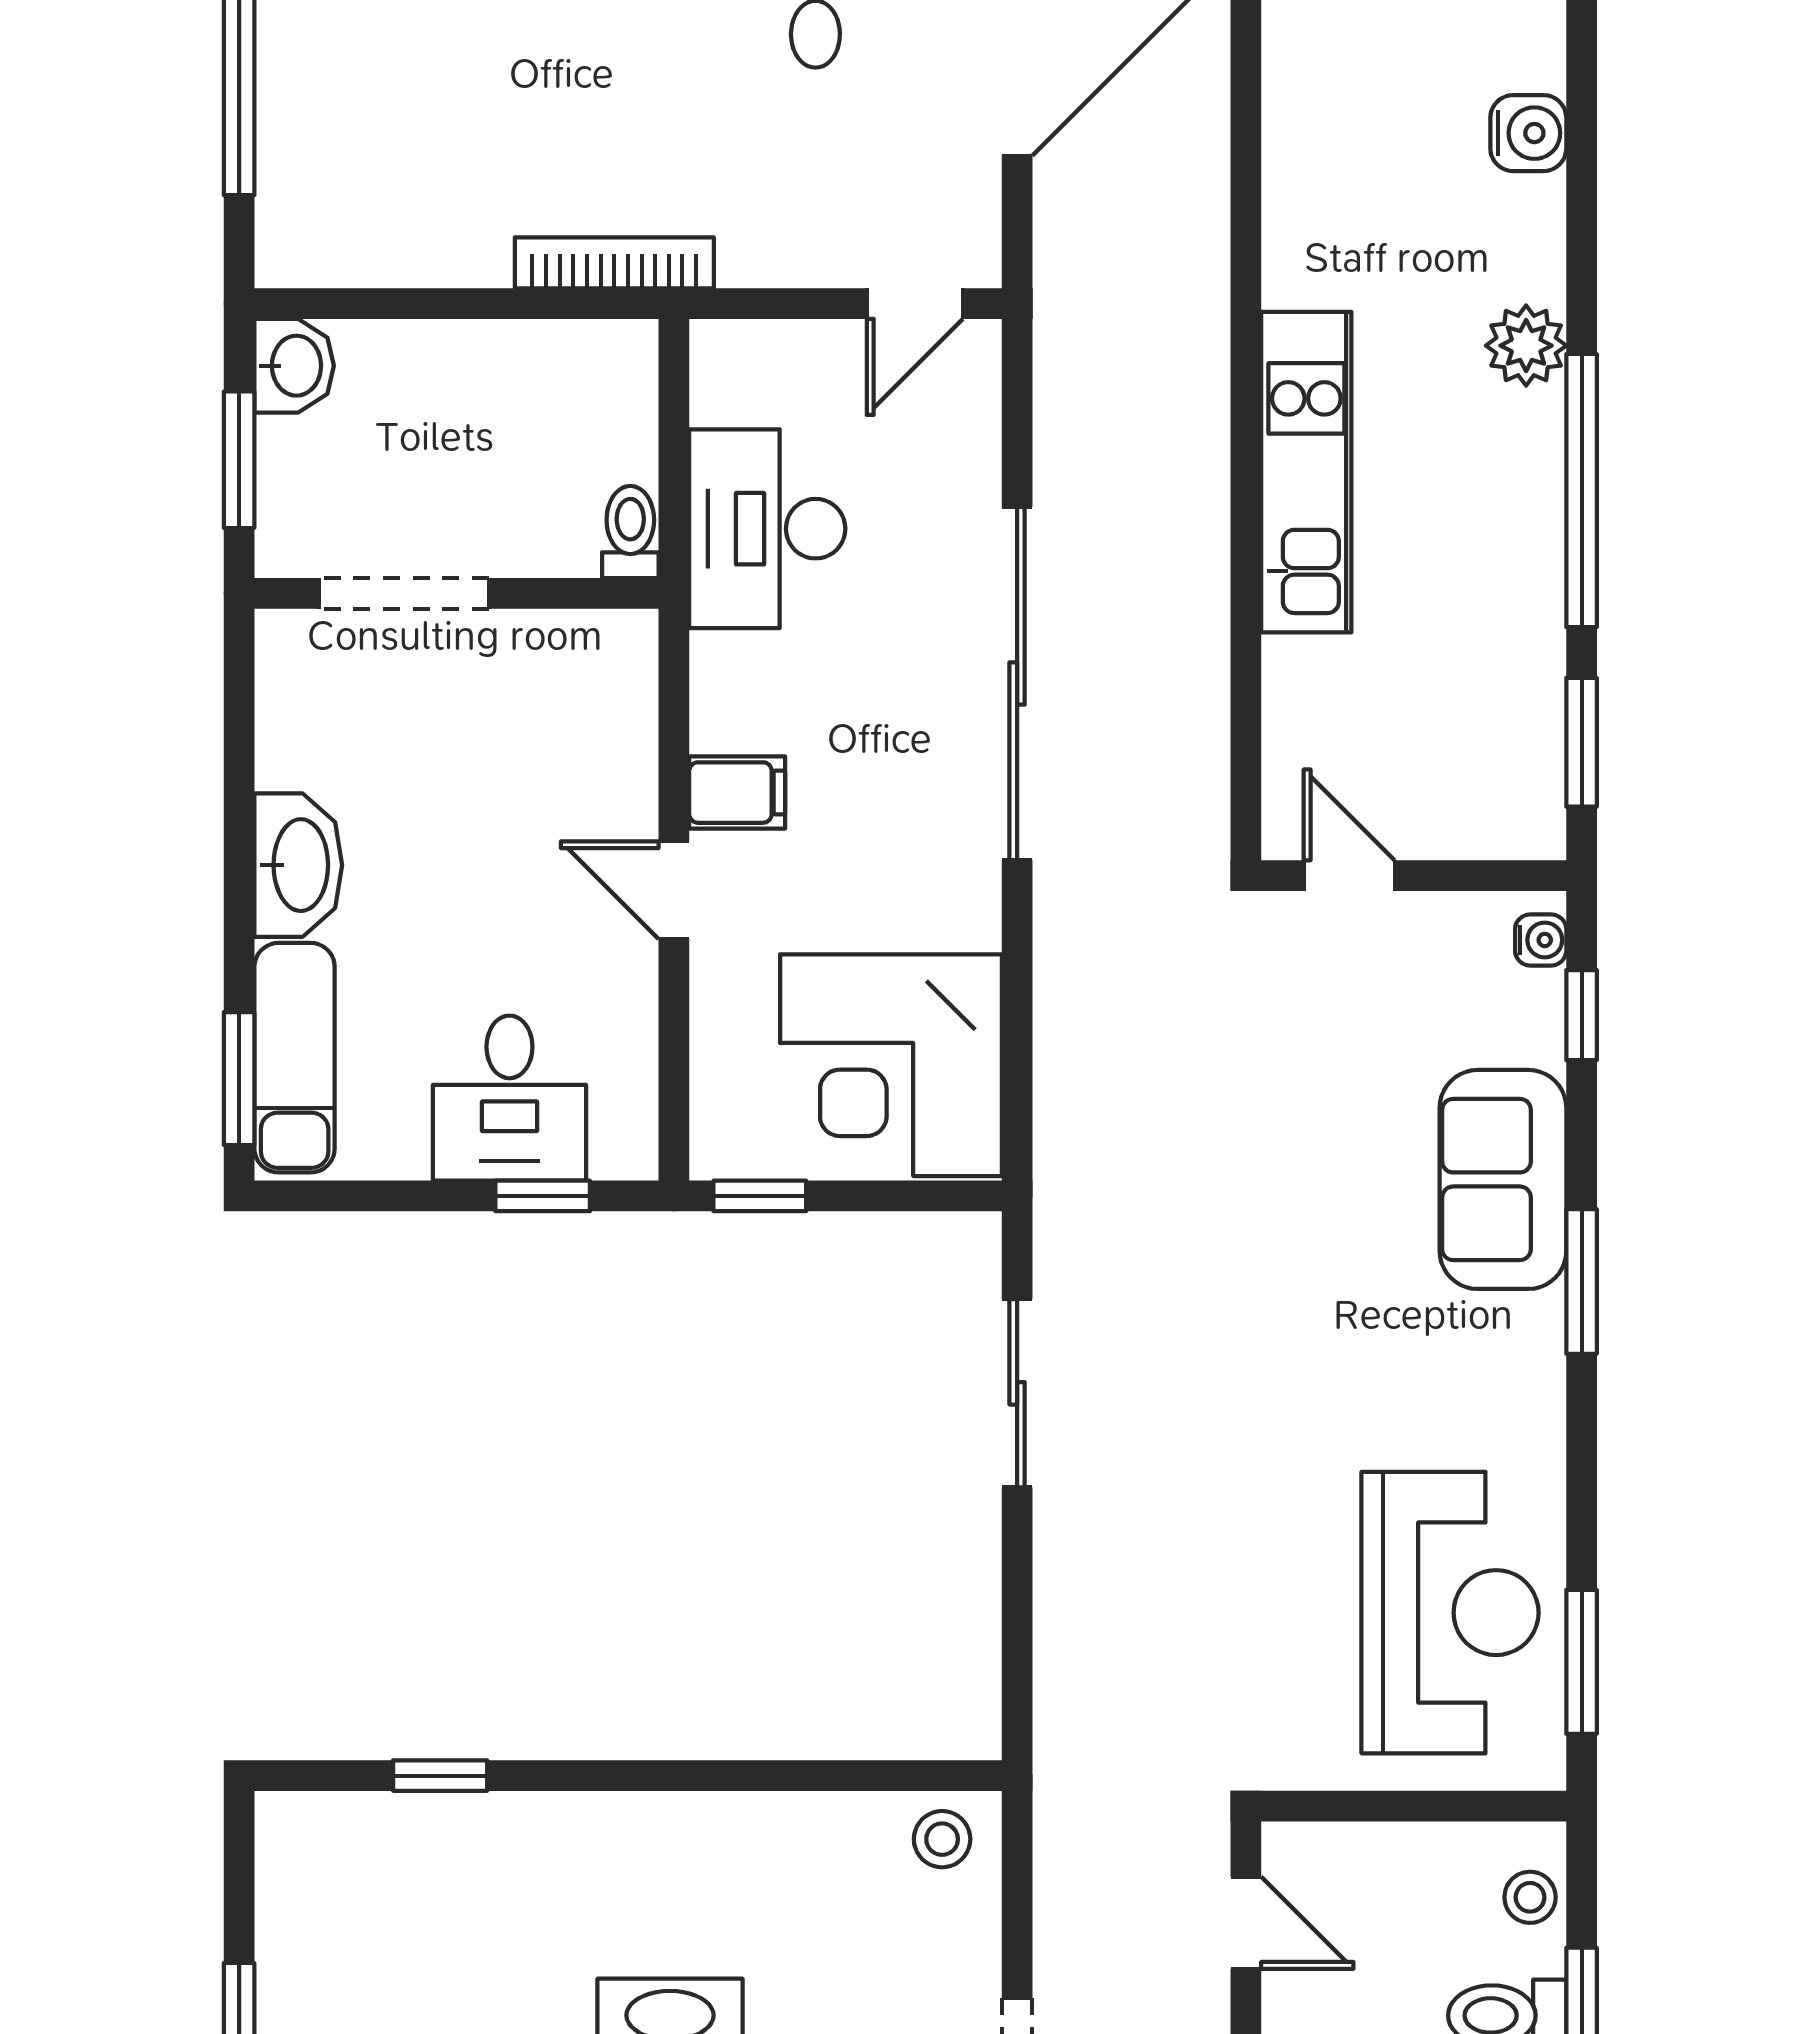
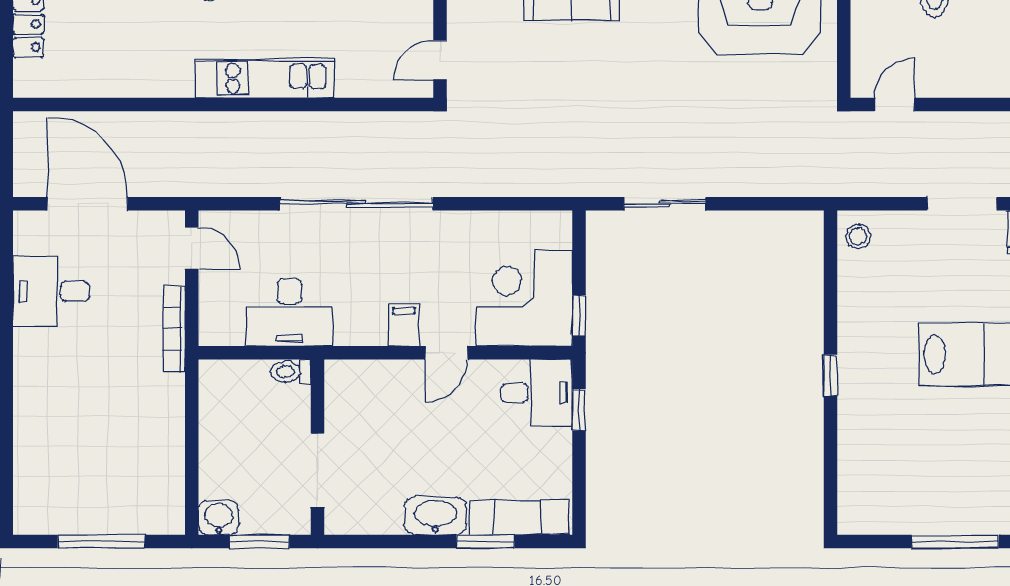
bookcase: (614, 263) -> (174, 329), moved
corner desk: (891, 1065) -> (524, 298), moved, turned 180
window: (239, 1079) -> (485, 541), moved
desk: (509, 1098) -> (537, 393), moved
window: (440, 1776) -> (831, 375), moved

